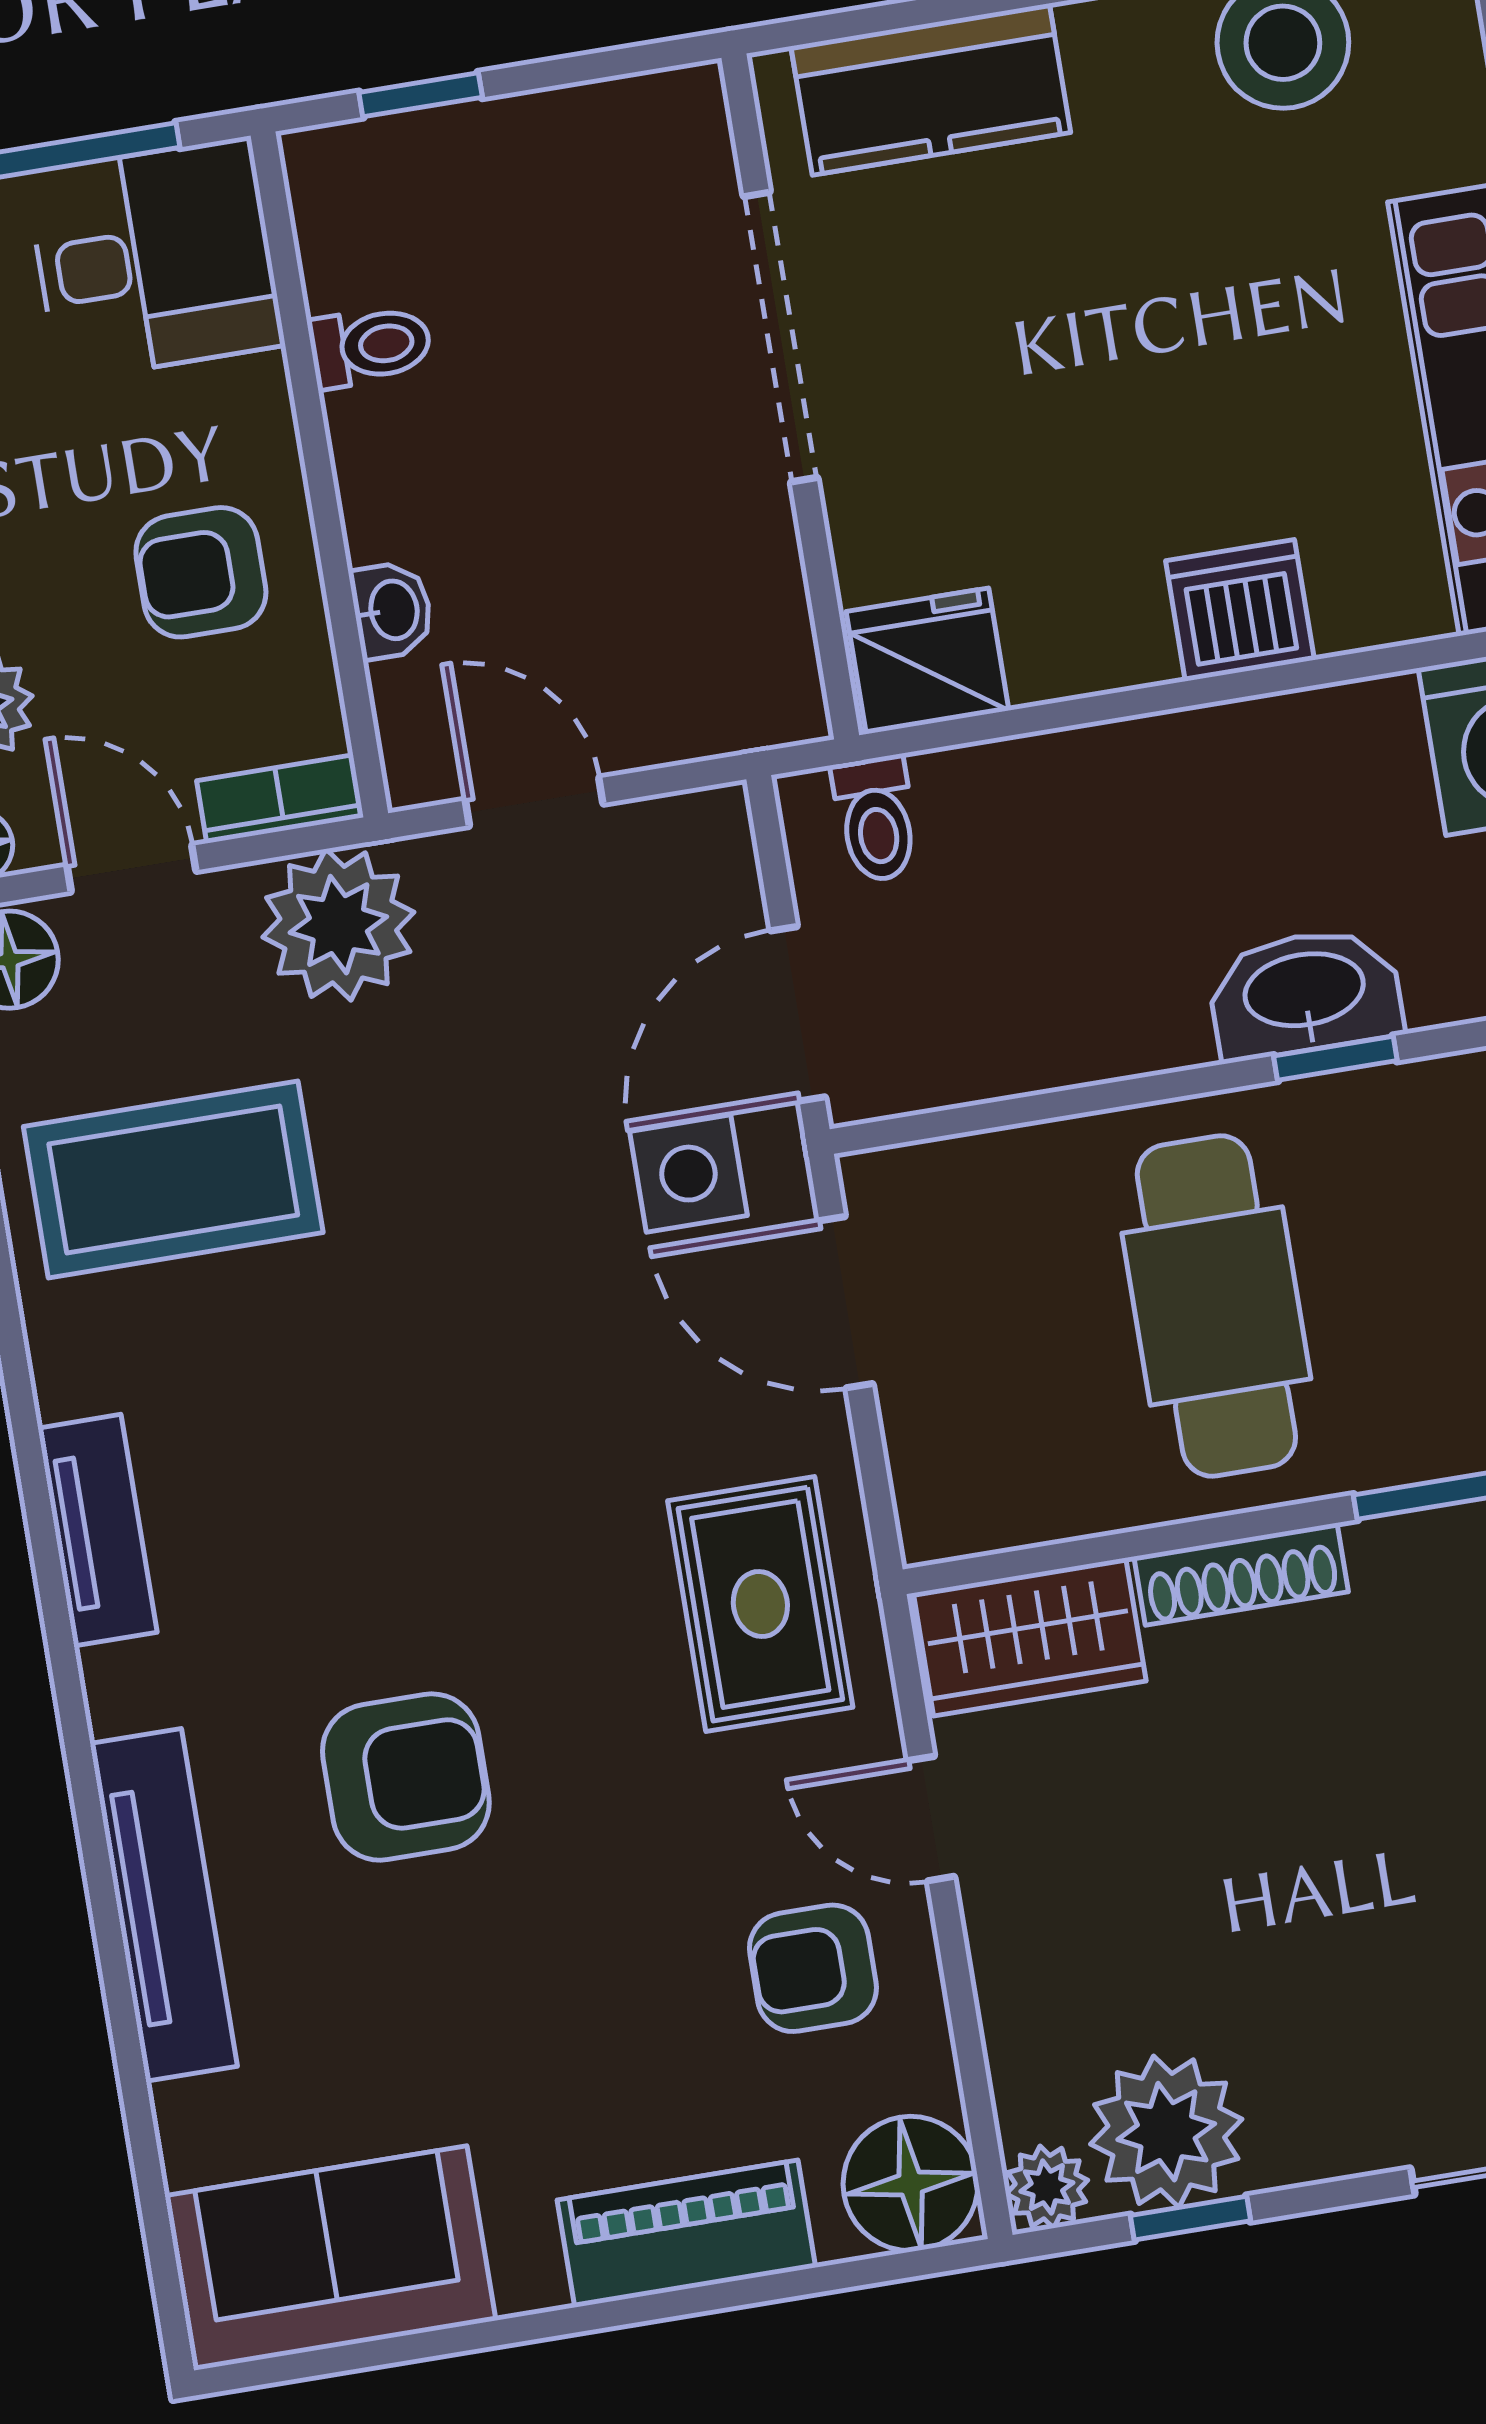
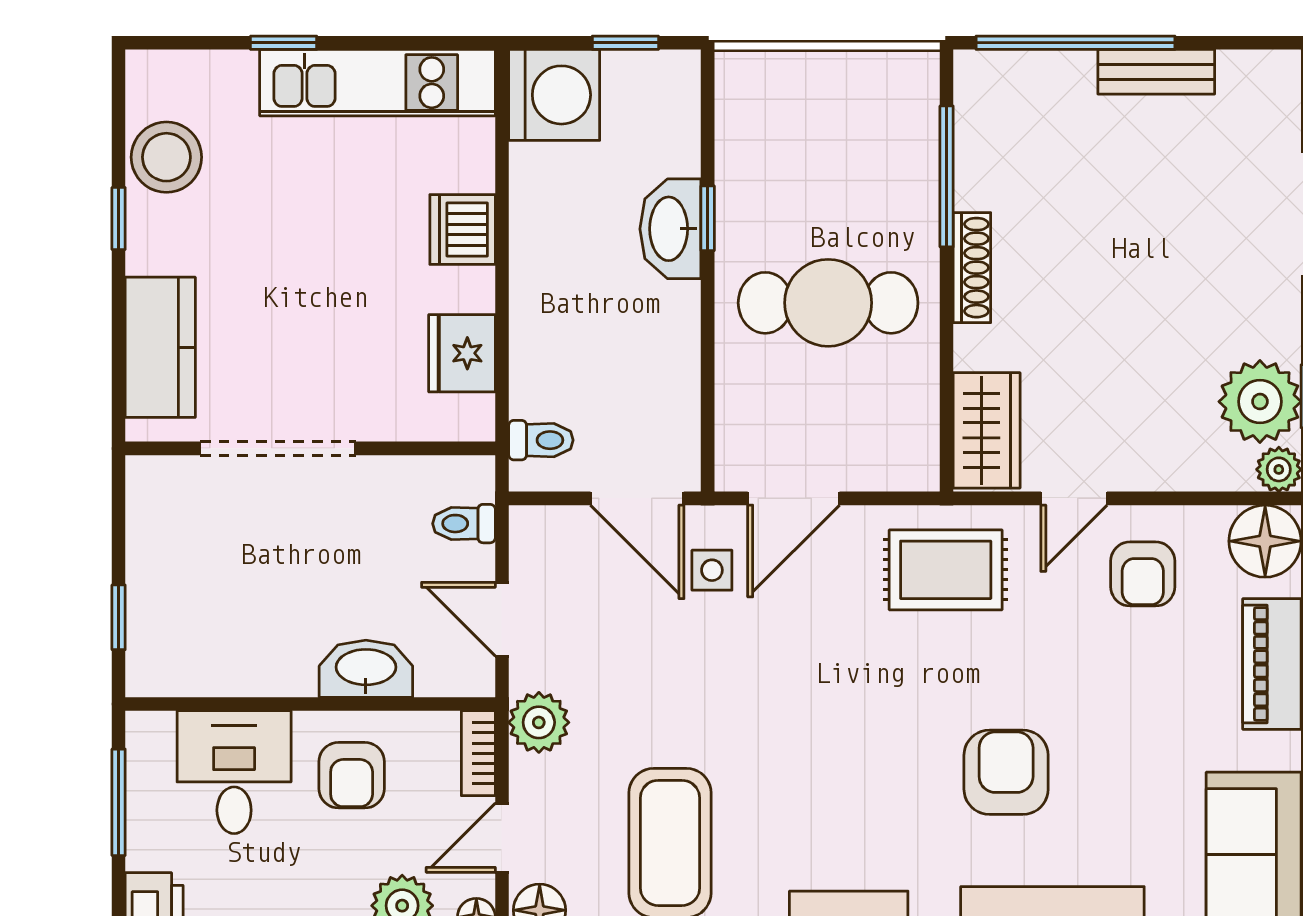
desk: (155, 259) -> (234, 772), moved
toilet: (370, 346) -> (464, 524), moved, turned -90
washbasin: (392, 610) -> (366, 669), width x1.91, depth x1.45
fridge: (928, 661) -> (462, 353), moved
door: (534, 802) -> (502, 619), hinge flipped
plant: (338, 925) -> (539, 722), width x0.73, depth x0.73
side table: (688, 1174) -> (712, 570), width x0.73, depth x0.73
shoe rack: (1241, 1574) -> (972, 268), moved

